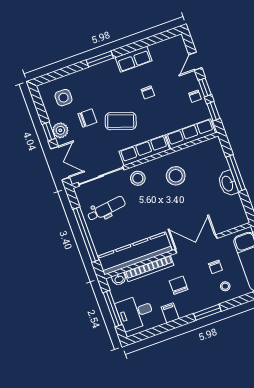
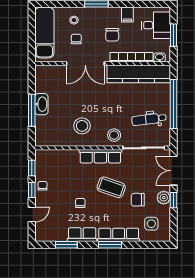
window: (147, 42) -> (66, 245), added
row of seats: (191, 134) -> (119, 235), moved, turned 180
window: (113, 309) -> (174, 35), width x0.69

